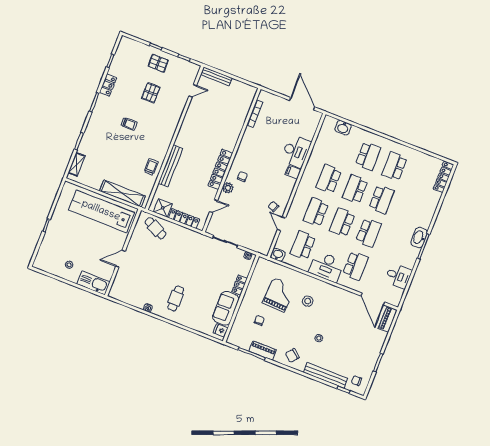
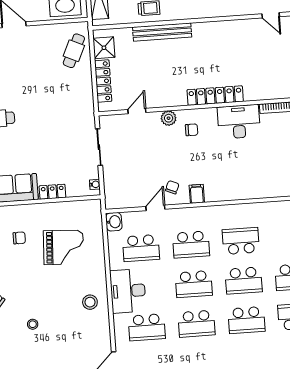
desk: (296, 151) -> (239, 122), moved, turned 180
locker: (220, 169) -> (215, 96), moved
filing cabinet: (293, 172) -> (197, 194), moved
school desk: (355, 189) -> (244, 281), turned 180
door: (214, 206) -> (137, 111), swing flipped
school desk: (316, 212) -> (191, 244), turned 180
school desk: (342, 222) -> (194, 284), turned 180
school desk: (303, 245) -> (141, 248), turned 180
stool: (308, 301) -> (90, 302), moved

